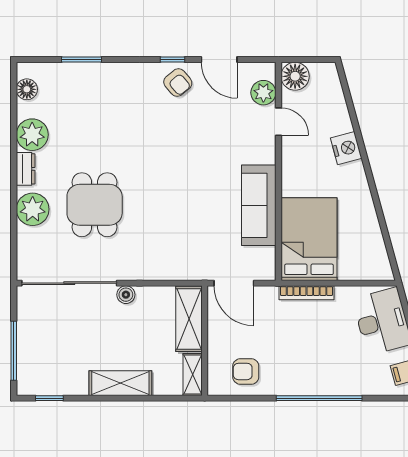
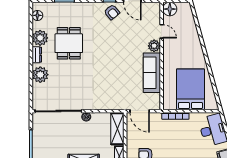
plant: (263, 93) -> (154, 46), moved
nightstand: (346, 148) -> (195, 44), removed
dining table: (95, 205) -> (69, 43), moved
bed: (309, 239) -> (190, 89), moved

